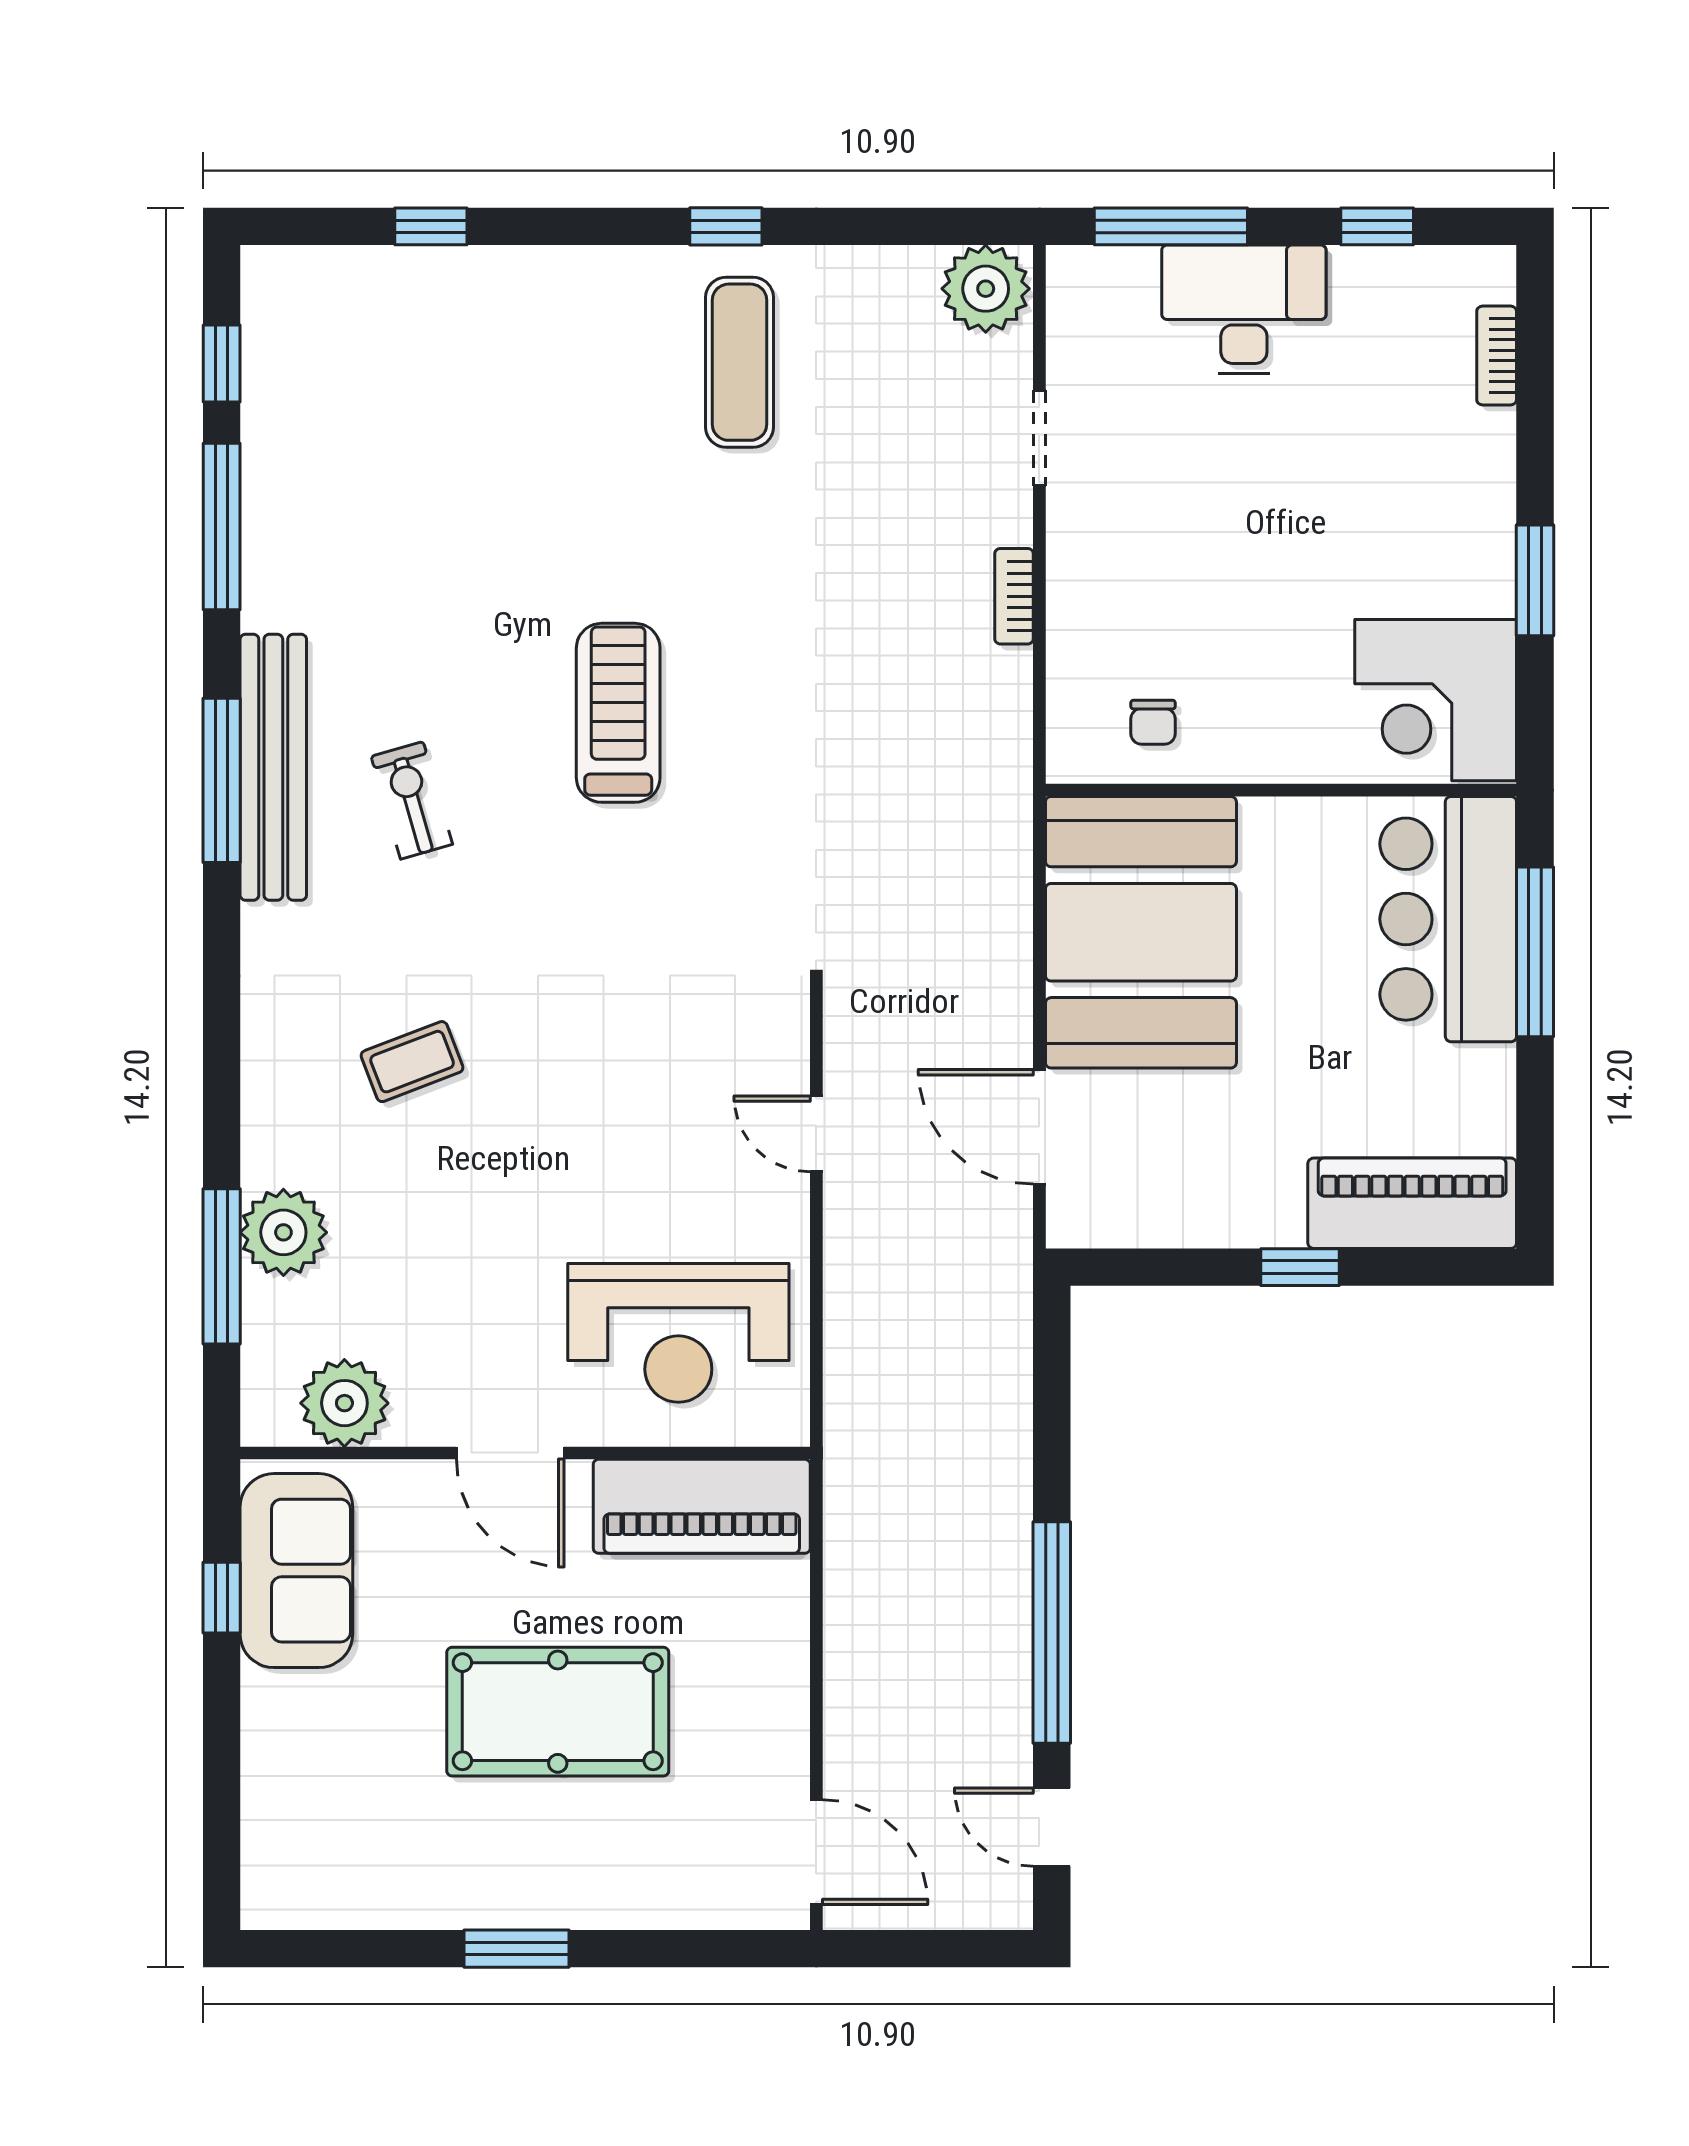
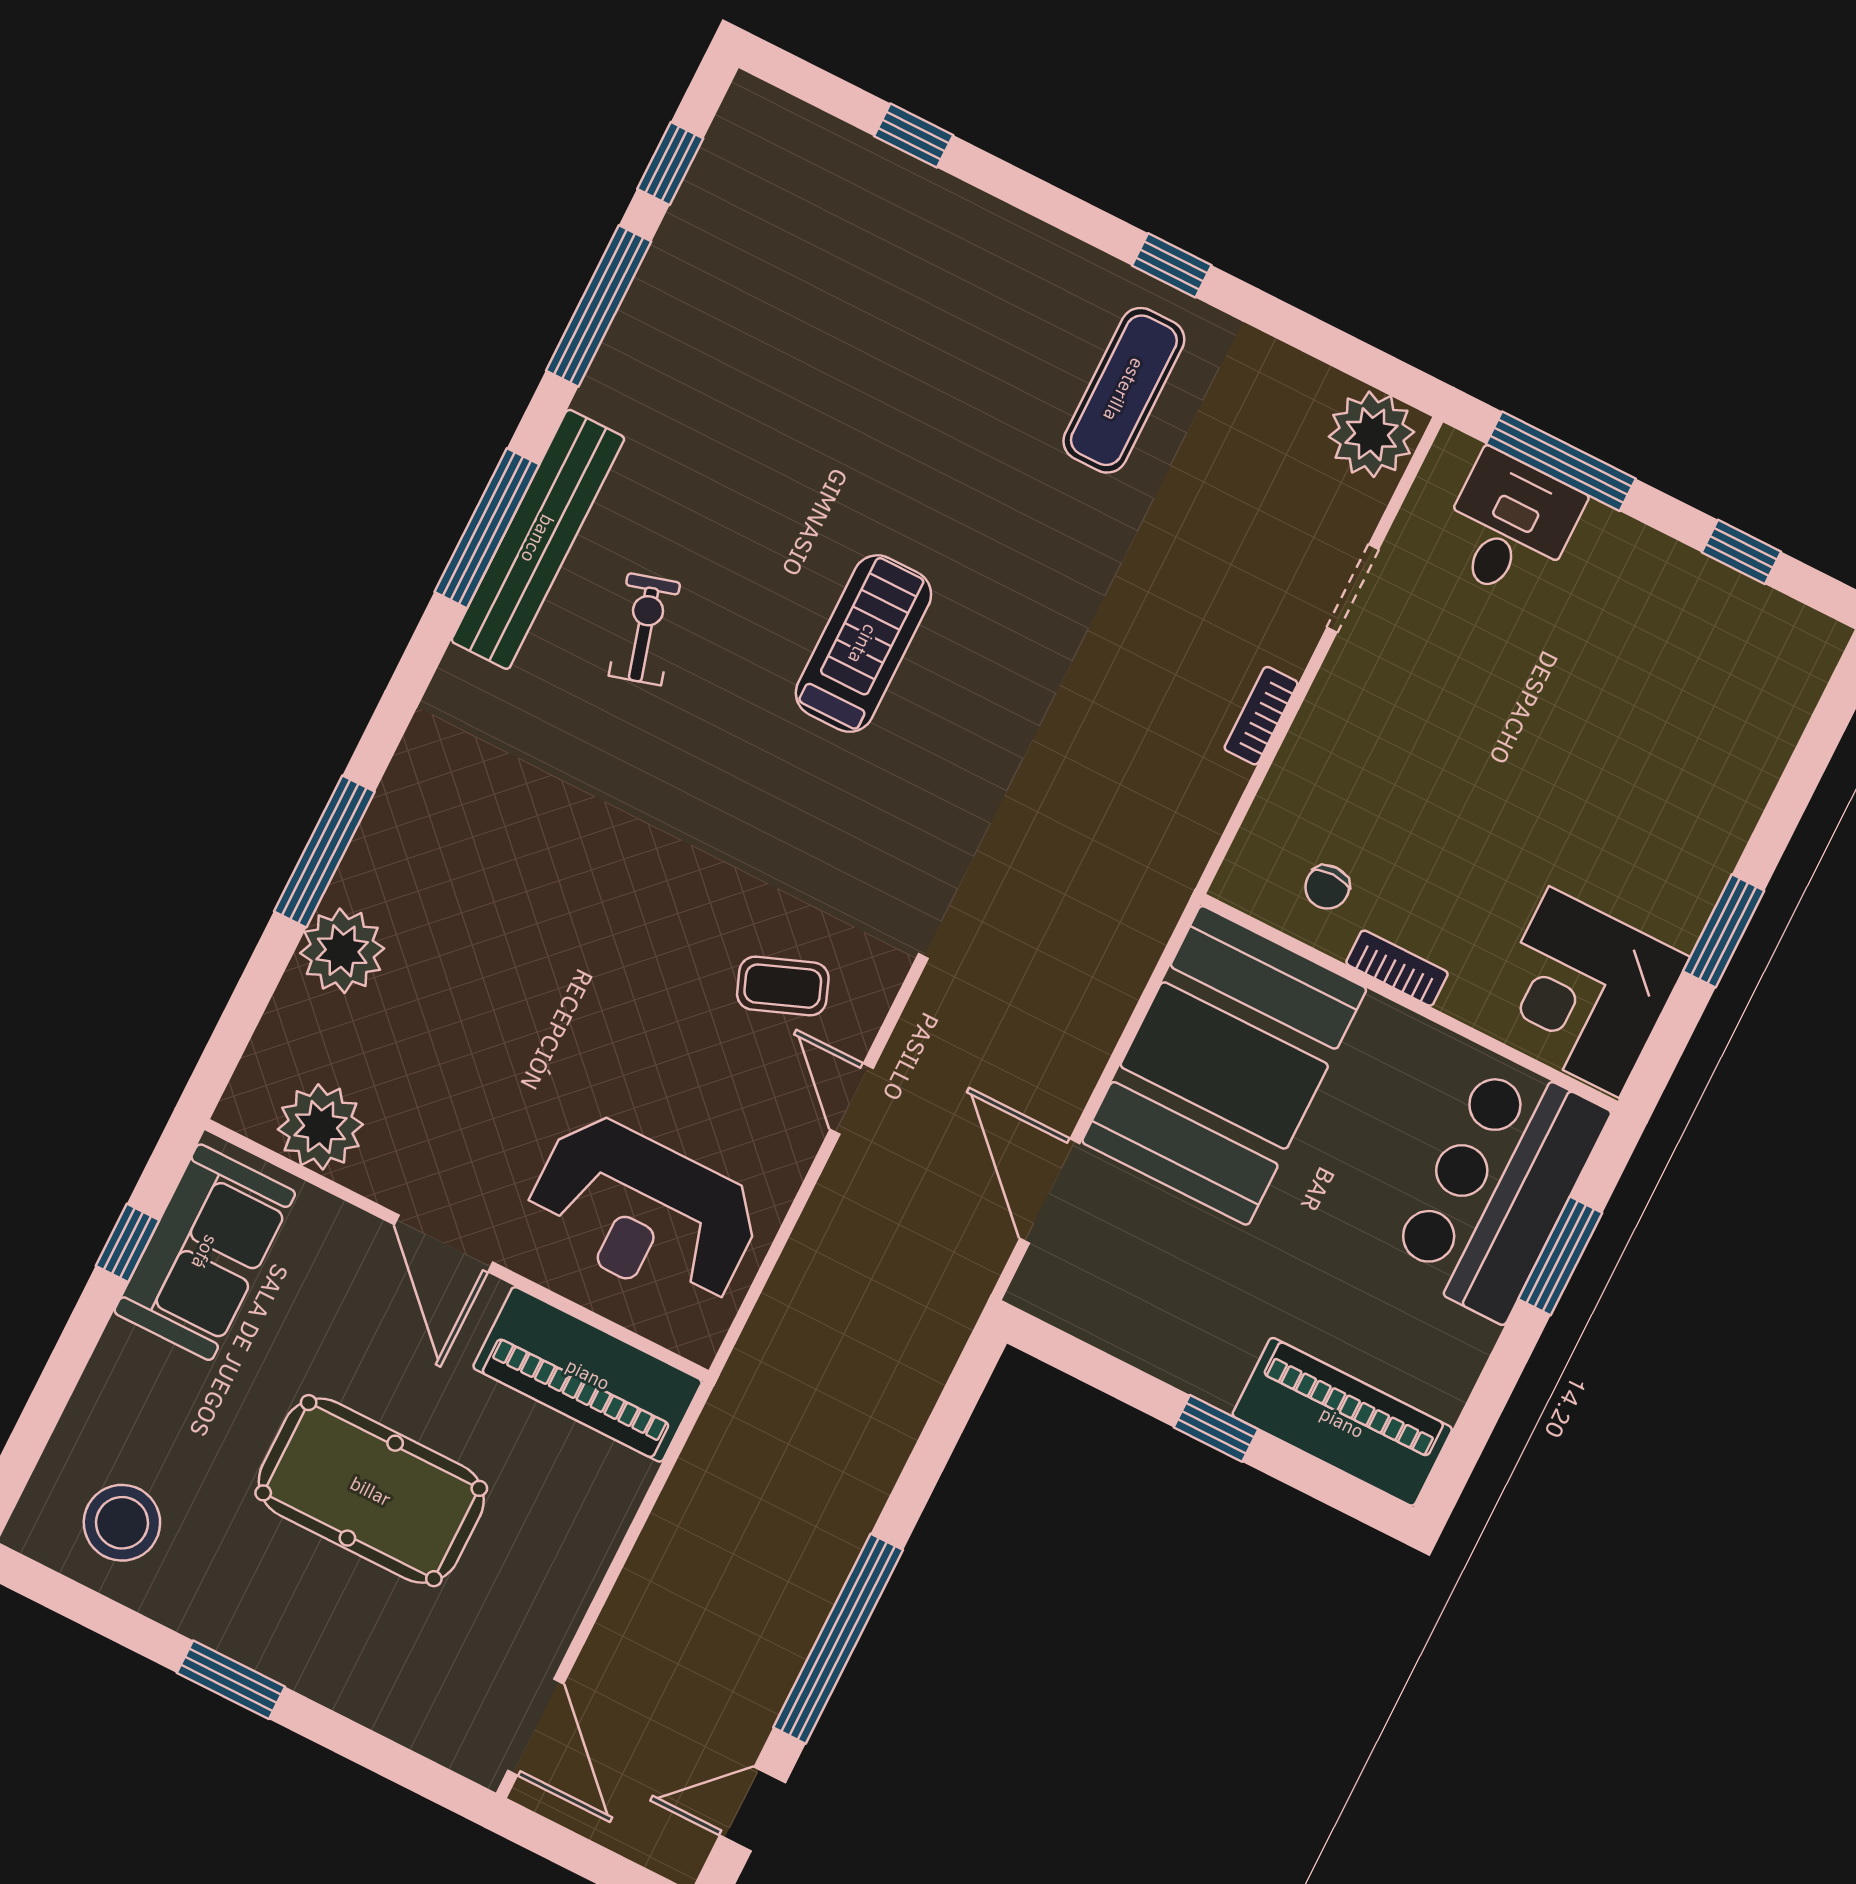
desk: (1244, 309) -> (1509, 526), moved, width x0.73
bookcase: (1497, 355) -> (1397, 968), moved, turned 90
window: (1535, 952) -> (1560, 1256), width x0.69
coffee table: (412, 1062) -> (783, 986), moved
window: (222, 1266) -> (324, 851), moved
door: (1052, 1827) -> (753, 1809), hinge flipped
stool: (345, 1855) -> (122, 1523), added

